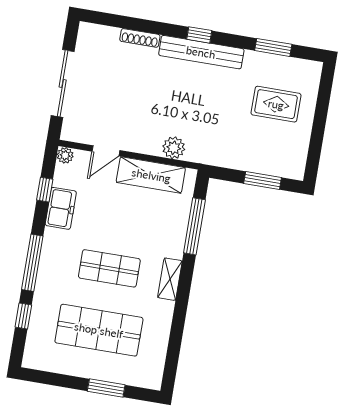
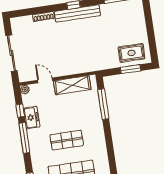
rug: (276, 104) -> (132, 53), moved
plant: (174, 148) -> (79, 67), removed
door: (106, 151) -> (45, 80), swing flipped
window: (32, 263) -> (24, 138), moved
shelving: (170, 279) -> (100, 135), removed

